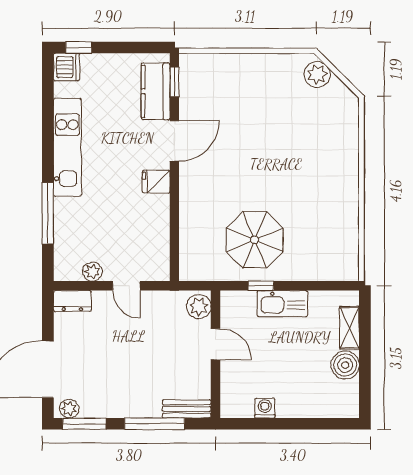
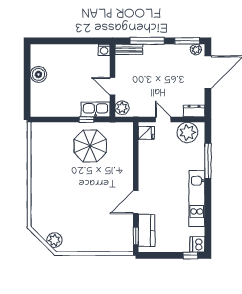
fridge: (156, 182) -> (146, 133), moved
plant: (92, 272) -> (187, 132), width x1.88, depth x1.88
kitchen sink: (282, 304) -> (95, 109), moved
shelving: (349, 328) -> (36, 96), removed
washing machine: (265, 408) -> (104, 50), moved

